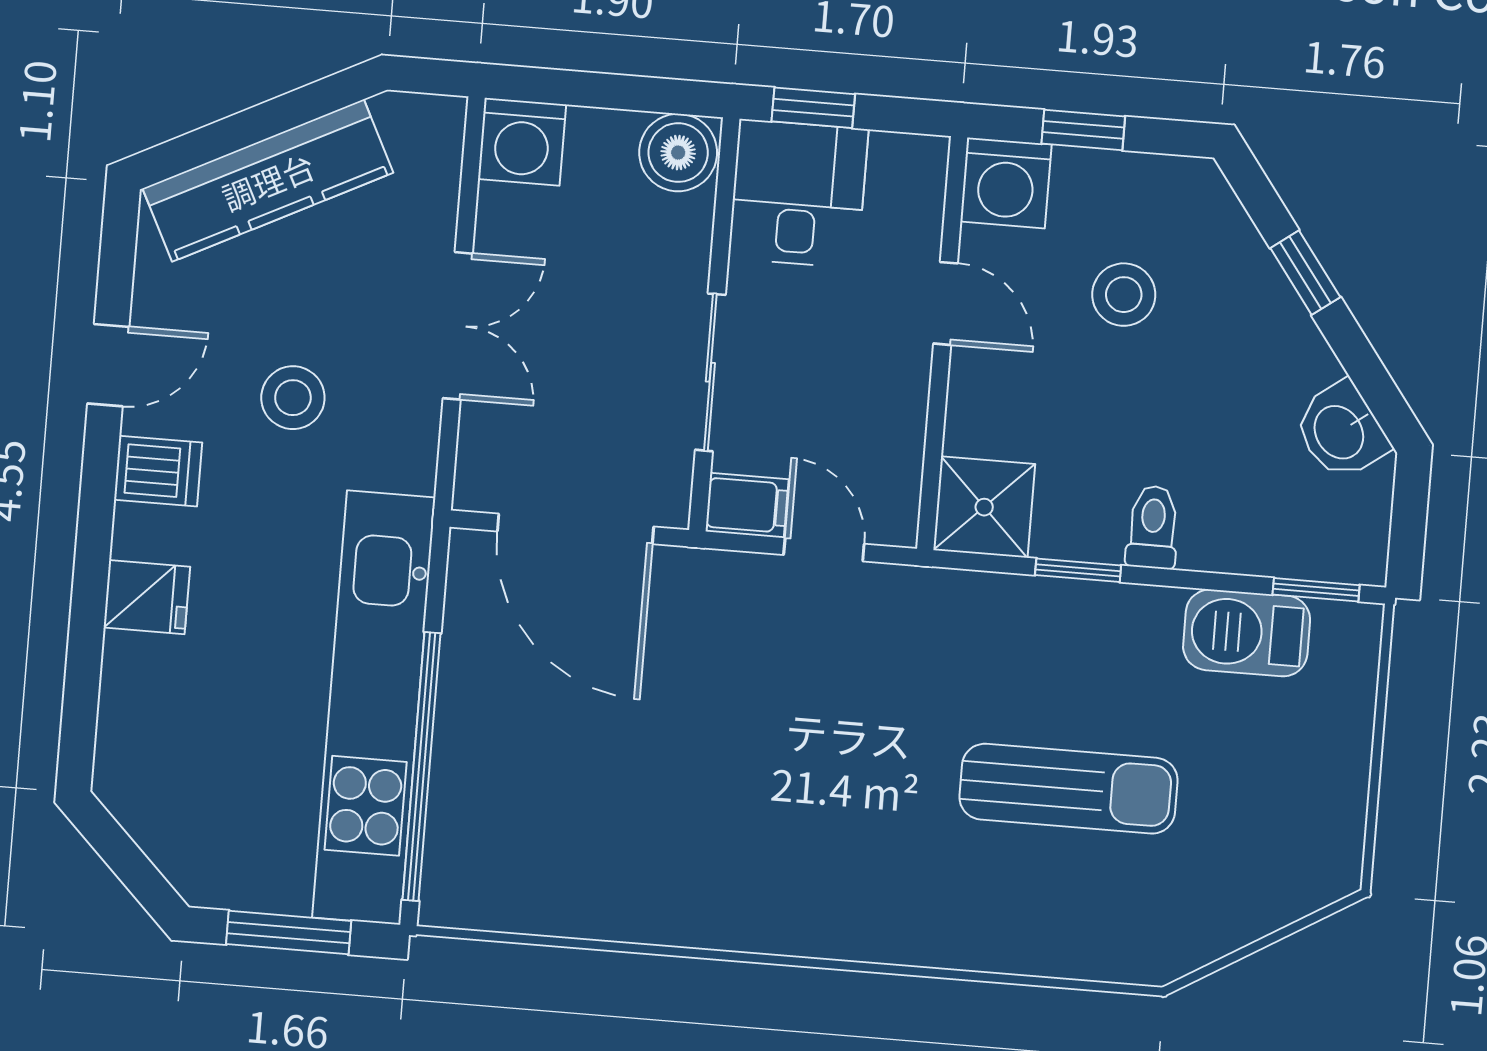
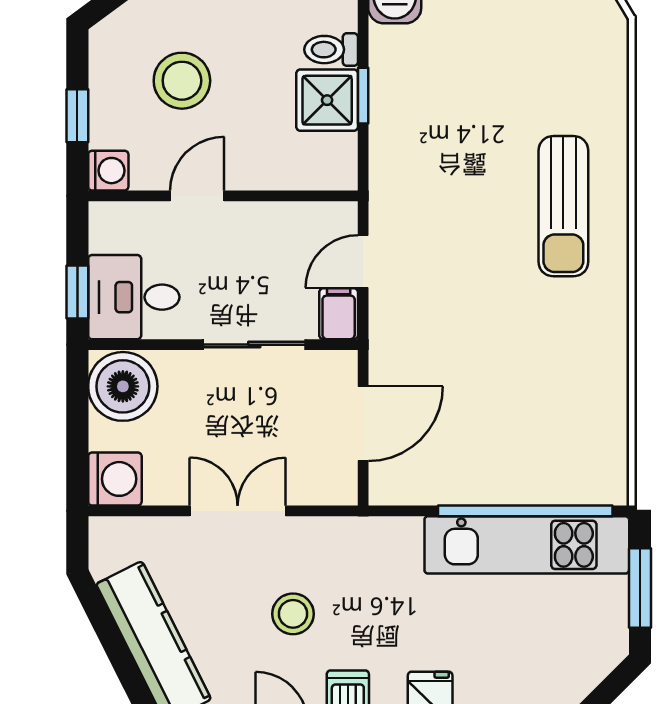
boiler: (678, 153) -> (123, 386), width x1.37, depth x1.37
washing machine: (1006, 183) -> (108, 171), width x0.73, depth x0.73
stool: (1124, 295) -> (182, 81), width x1.38, depth x1.38
shower: (984, 507) -> (327, 100), moved
door: (575, 529) -> (363, 424), width x0.73
kitchen unit: (374, 708) -> (527, 545), width x0.73
sun lounger: (1068, 789) -> (563, 206), moved, turned 180

